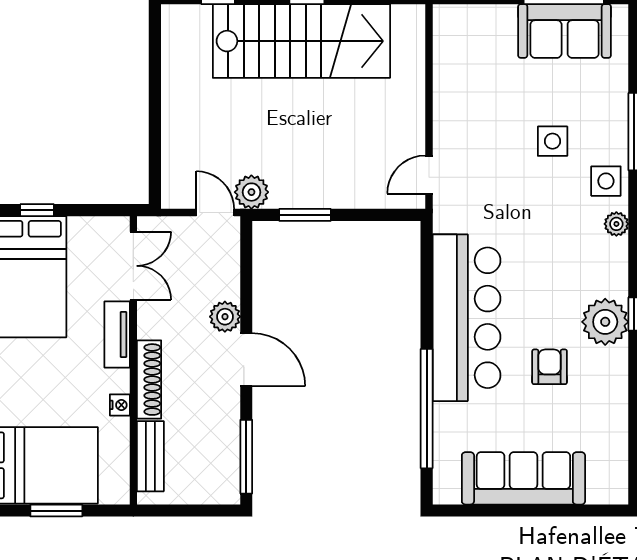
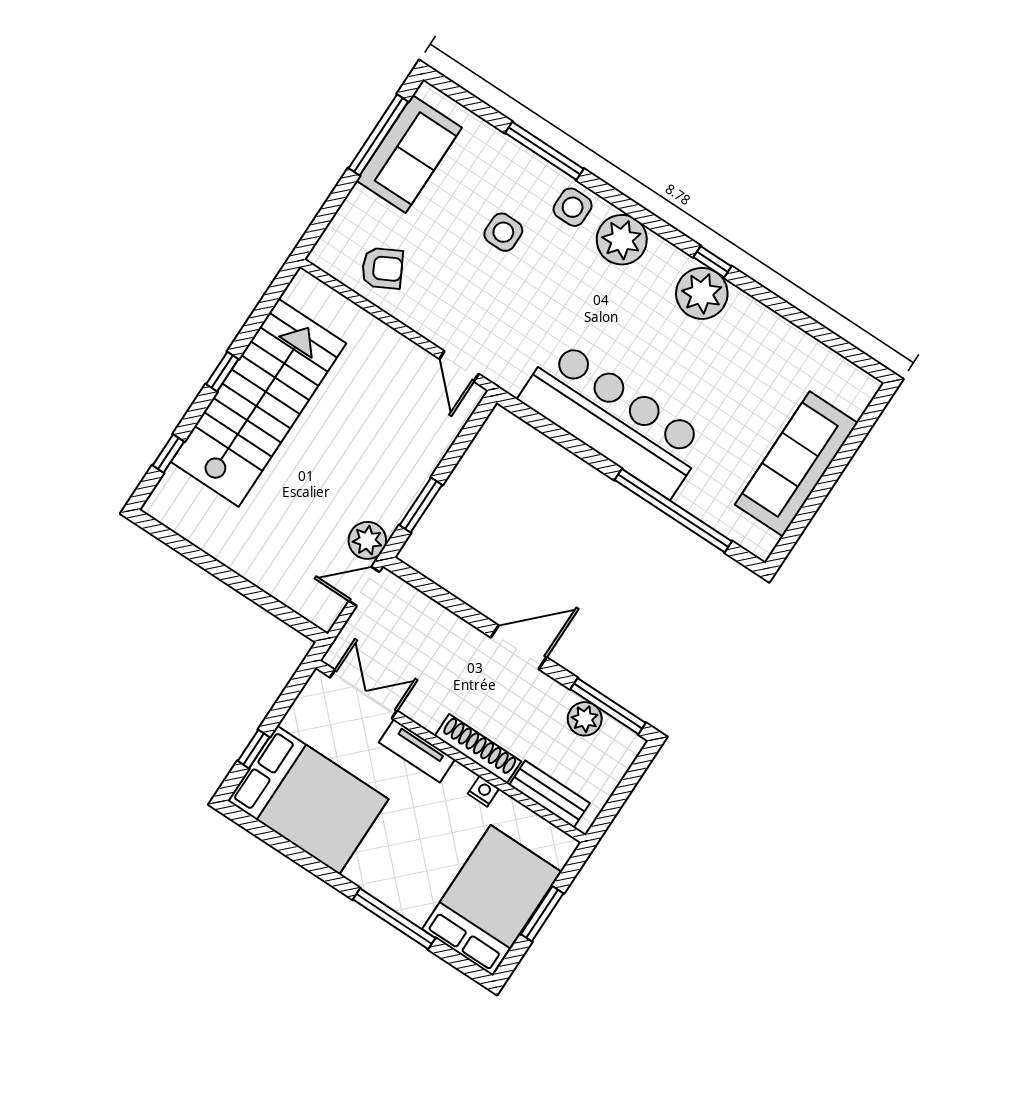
plant: (616, 224) -> (622, 240), width x1.88, depth x1.88
plant: (225, 317) -> (585, 719), moved
armchair: (550, 367) -> (382, 268), moved, turned 152

